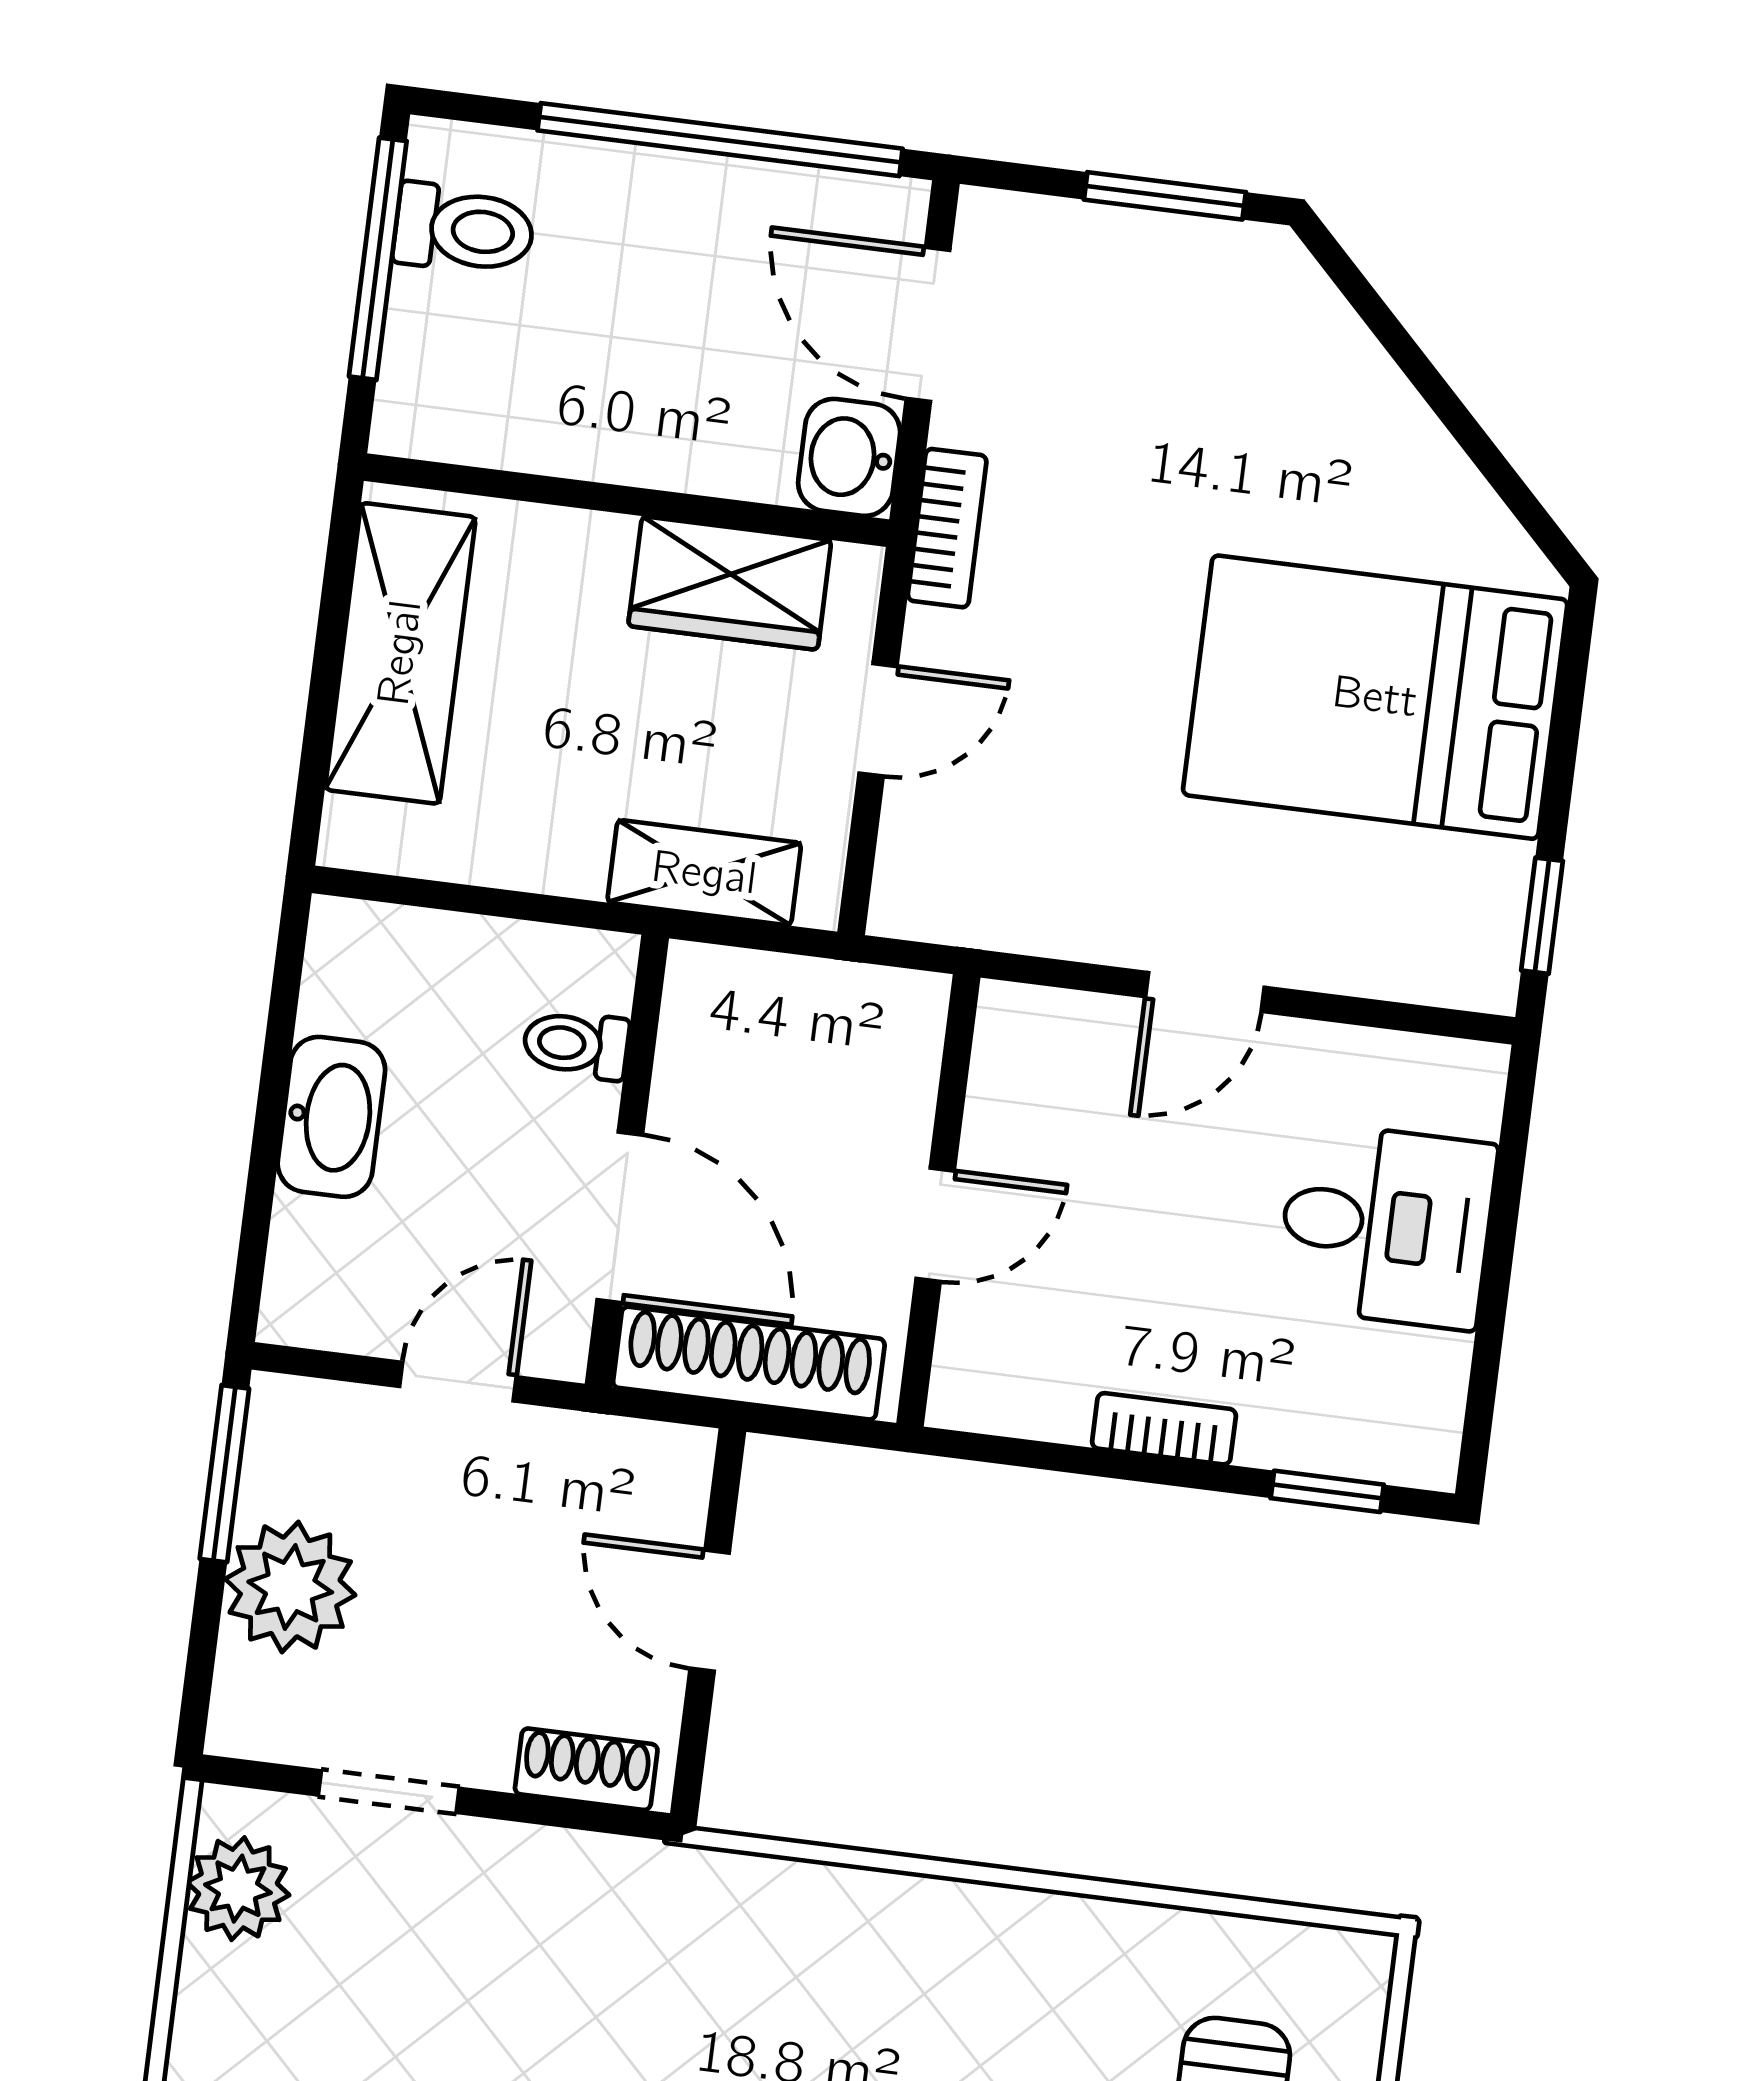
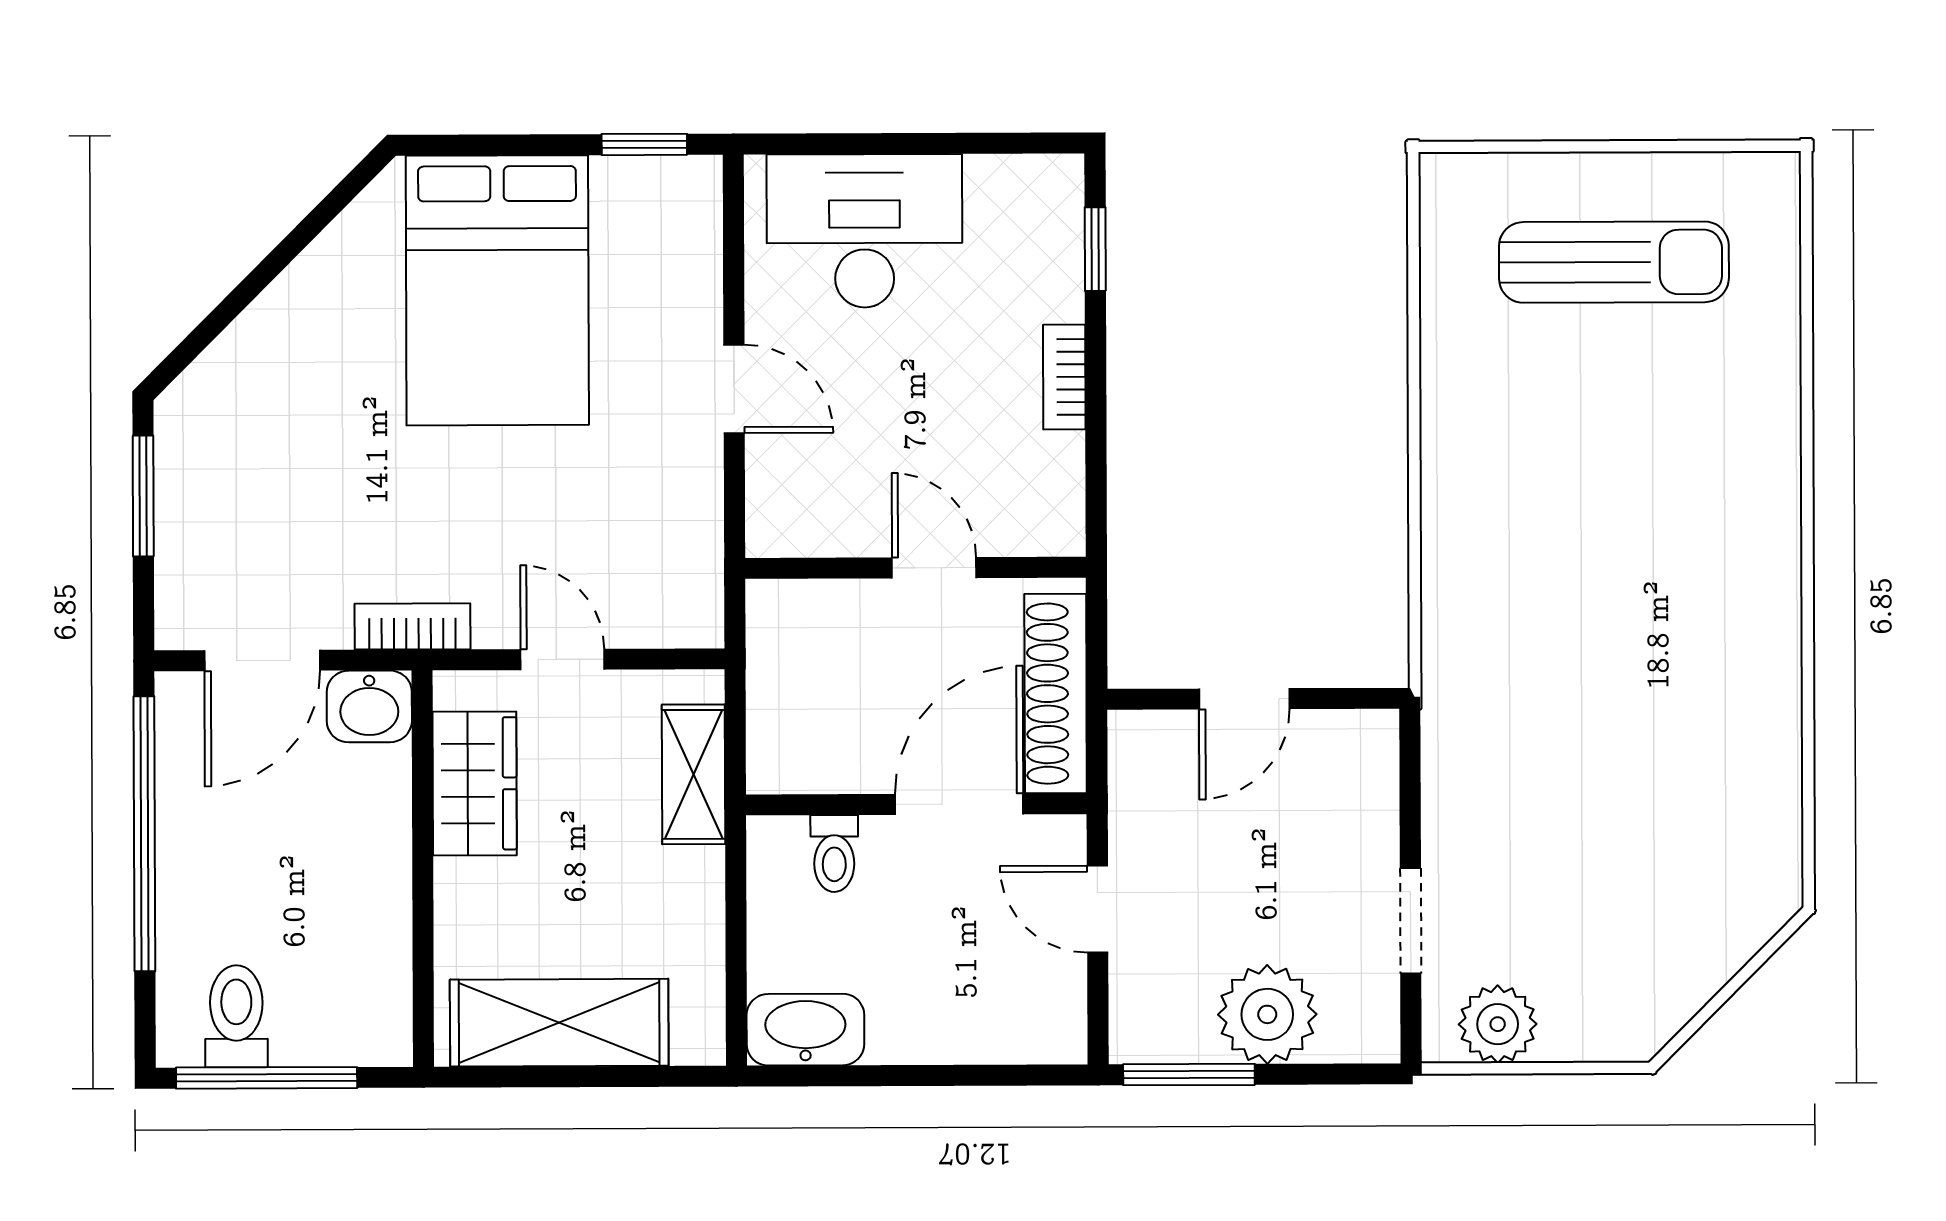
washbasin: (331, 1117) -> (805, 1030), moved
desk: (1386, 1226) -> (864, 231), width x1.37
shoe rack: (586, 1769) -> (1375, 776), removed

